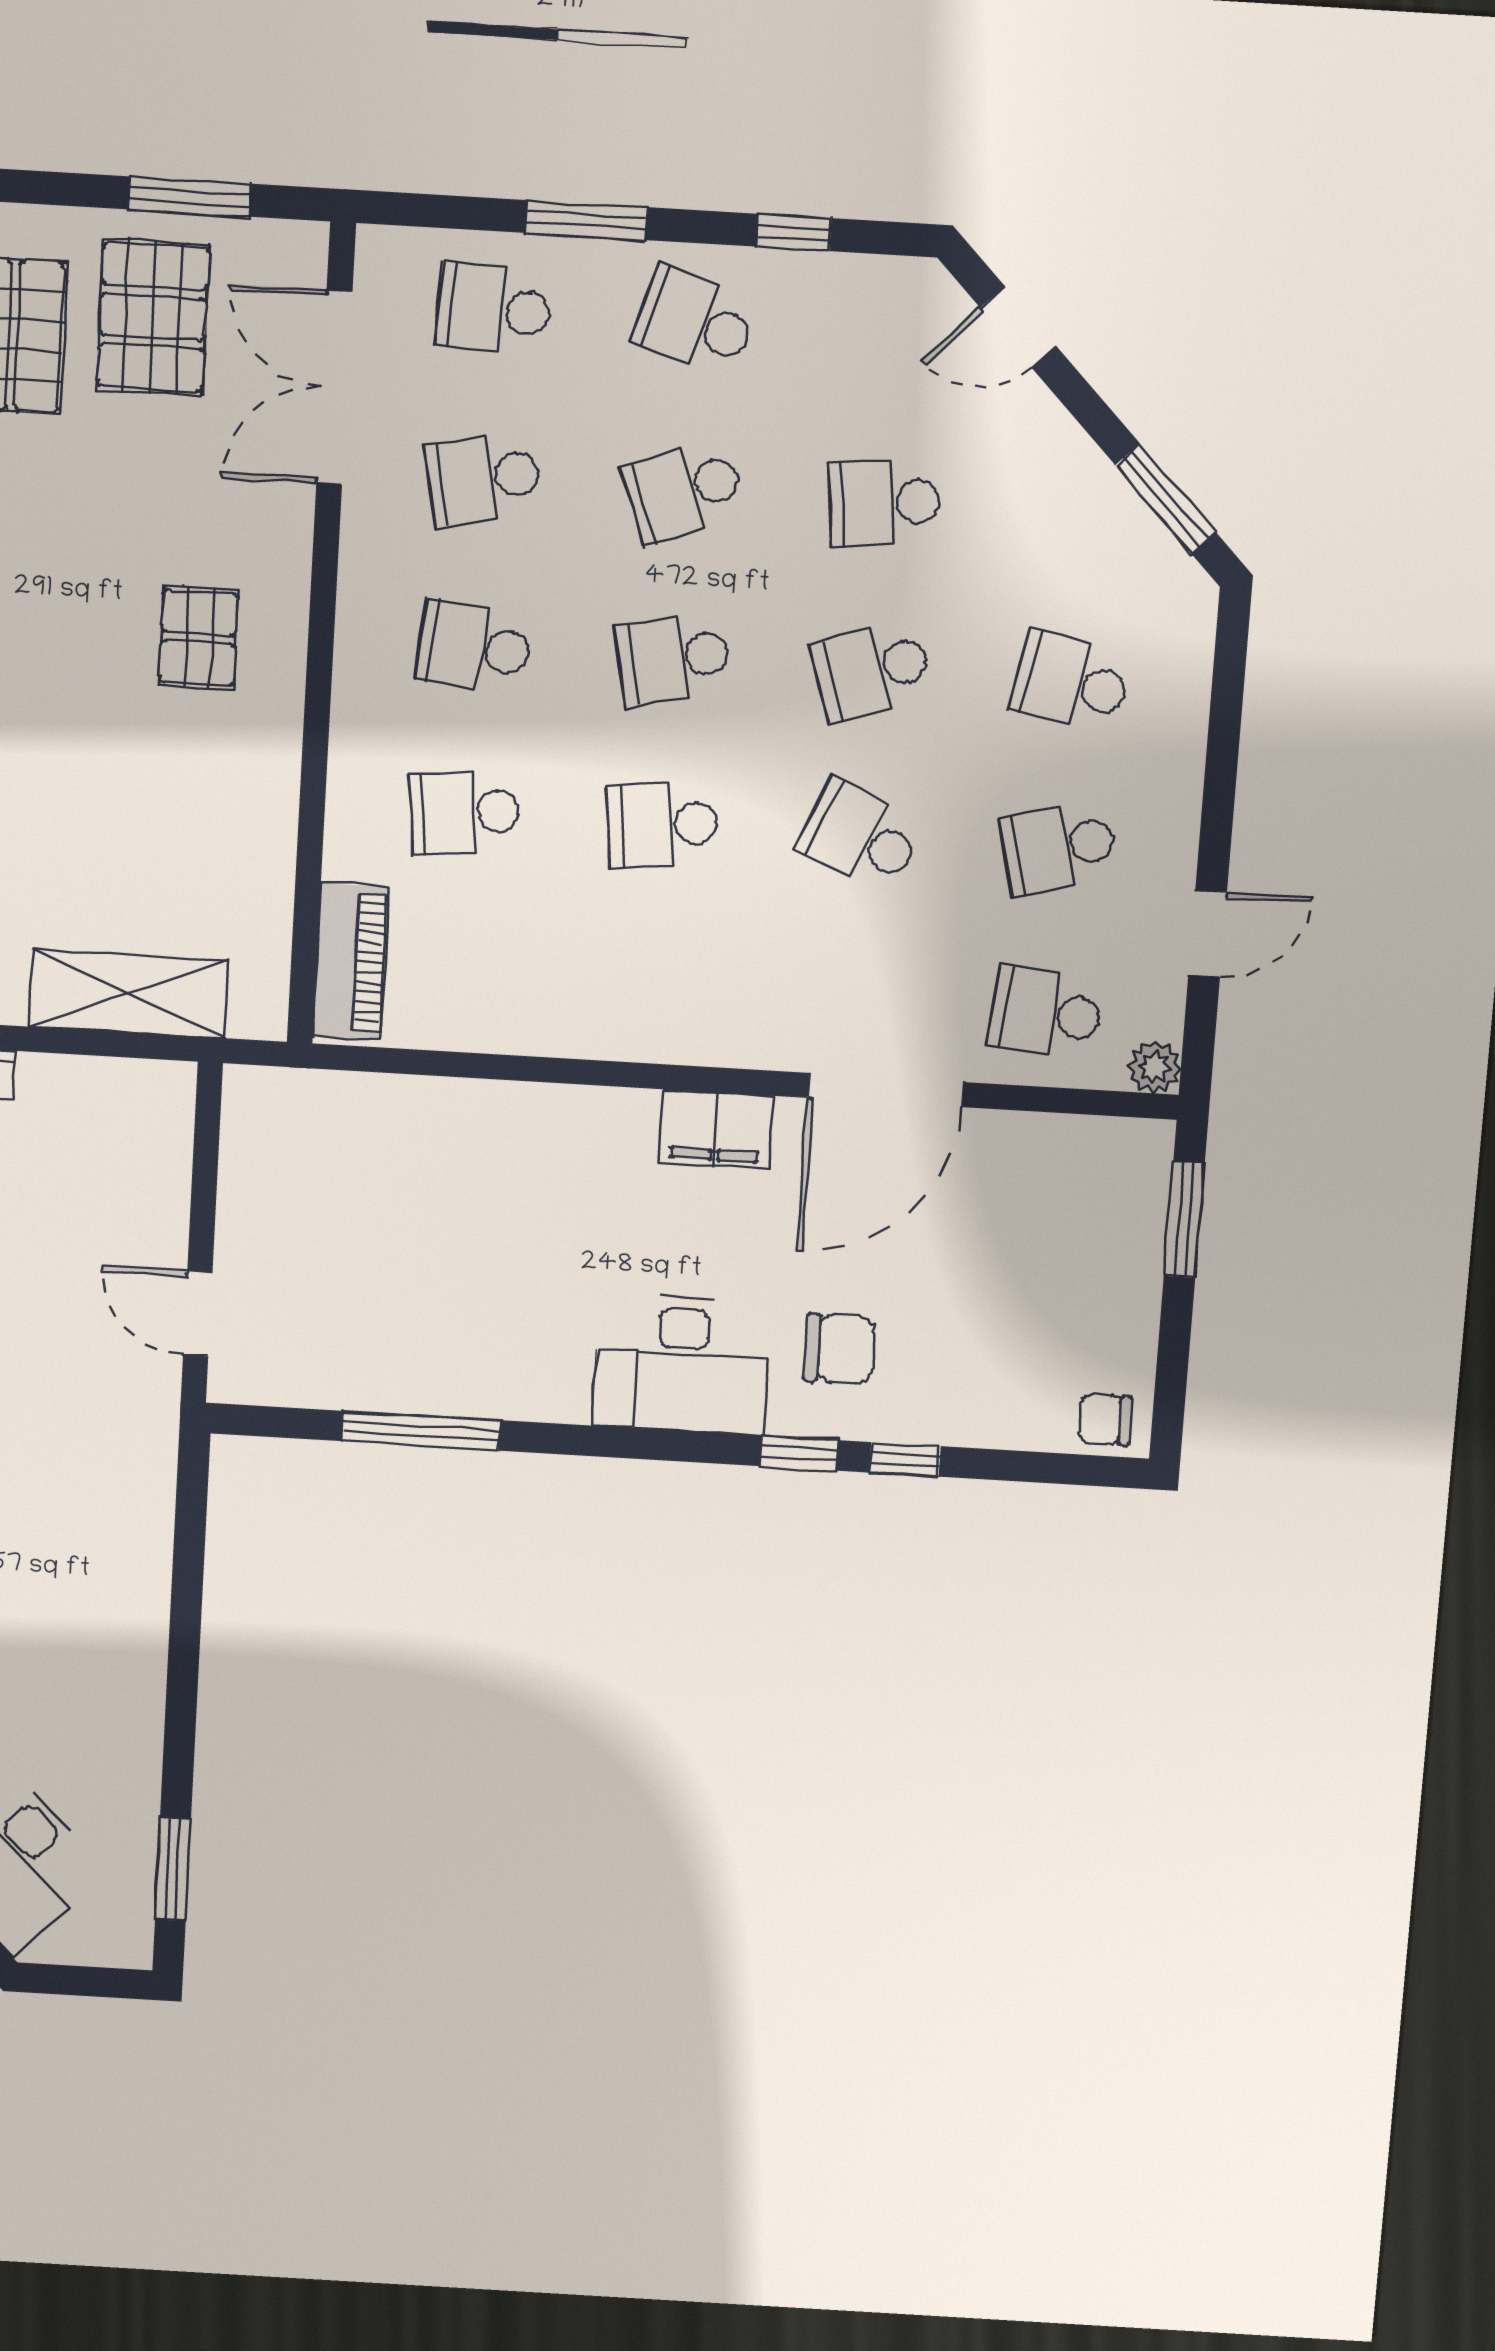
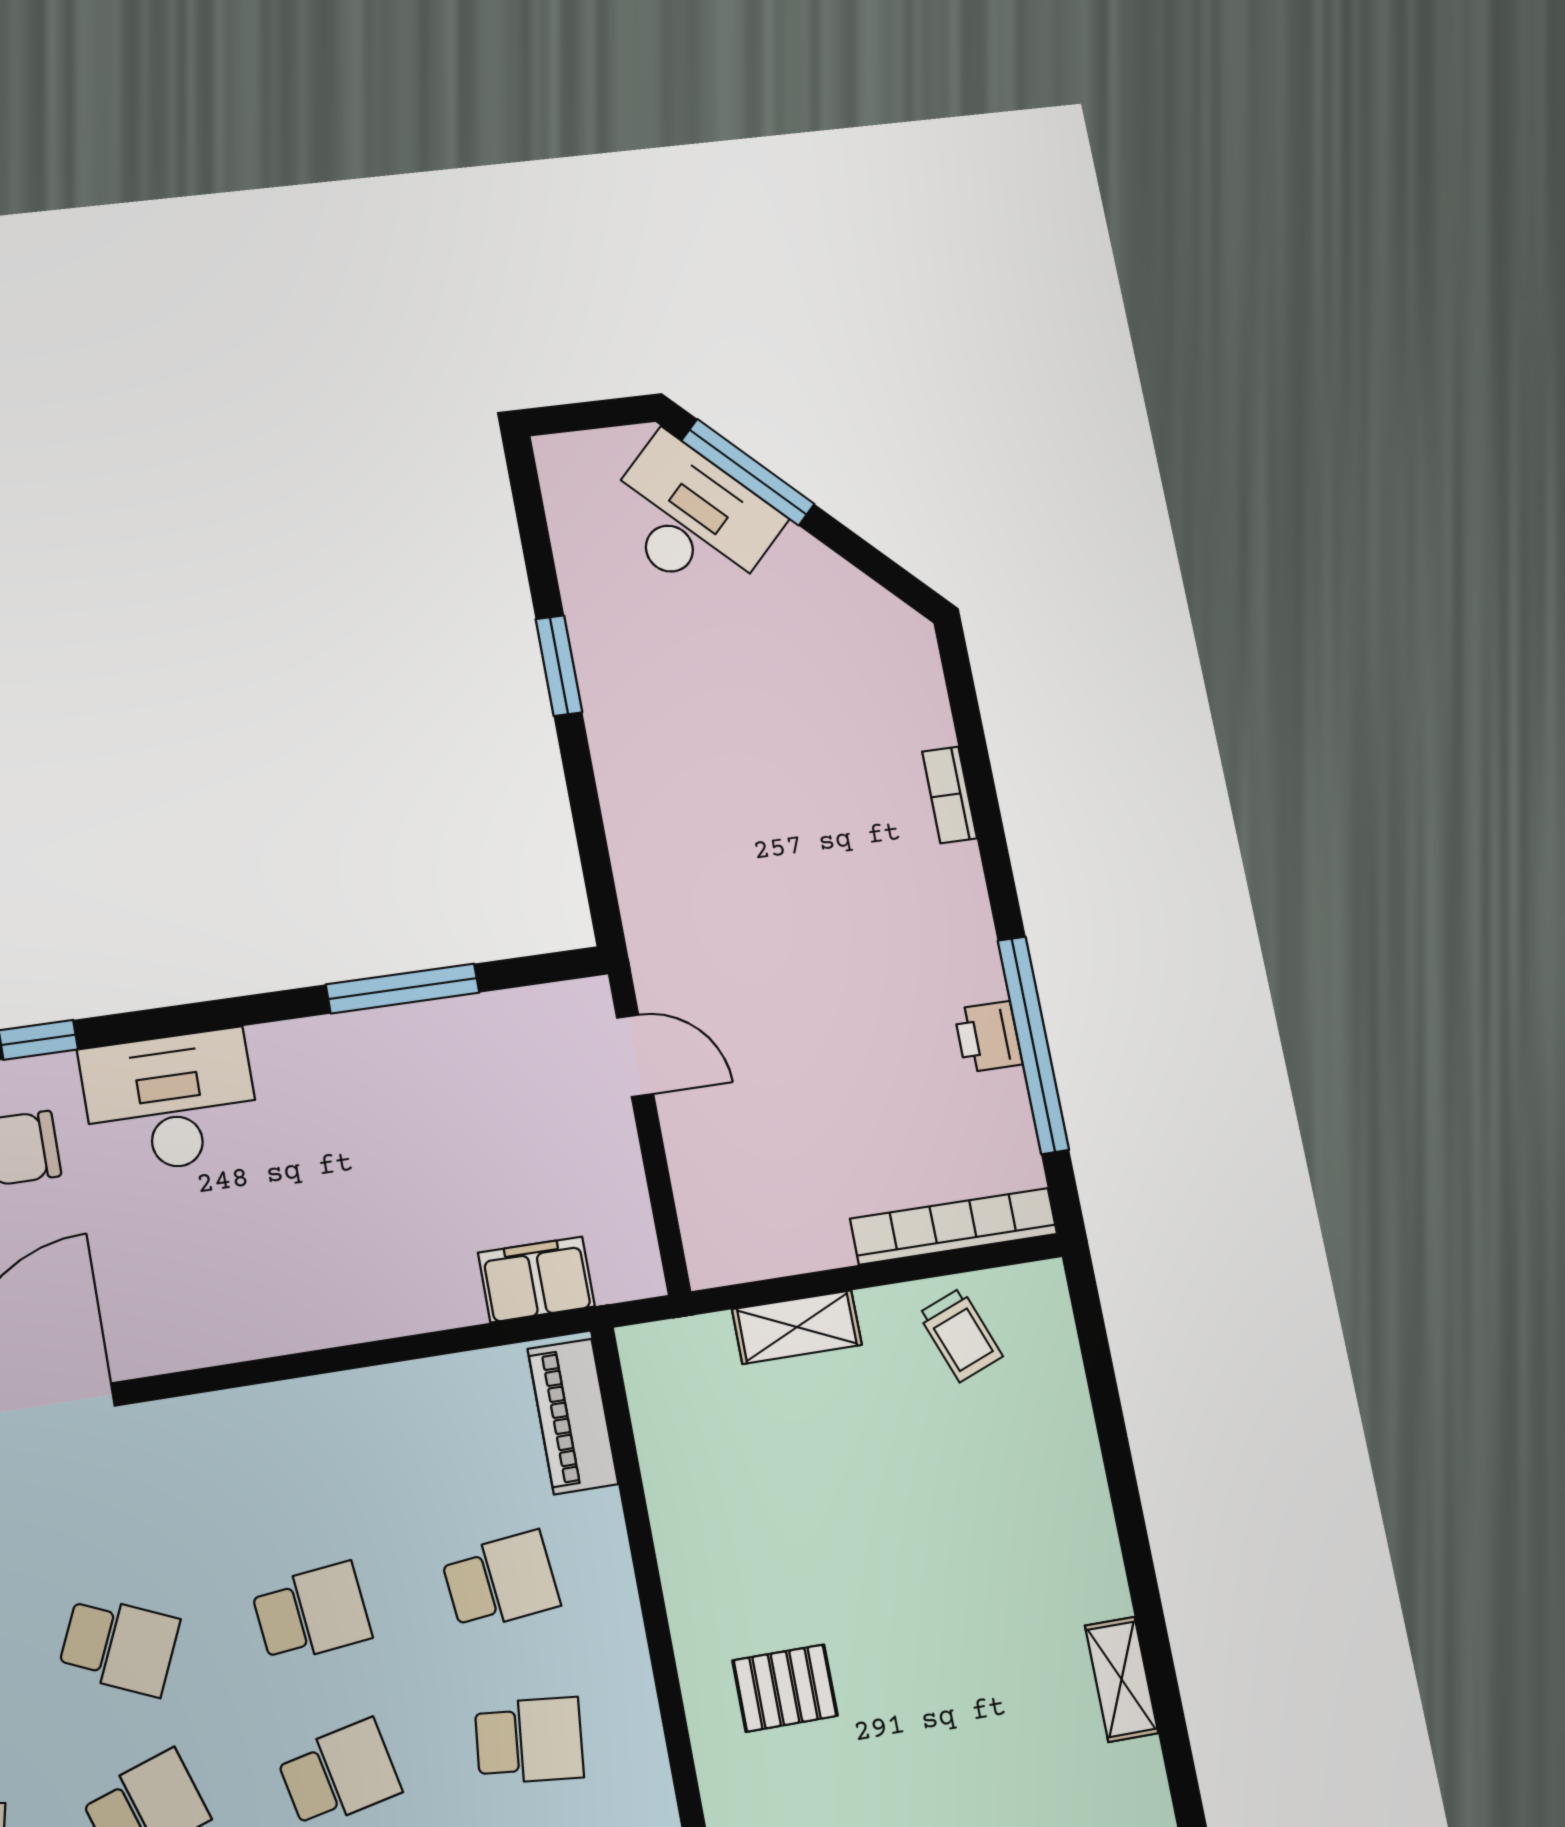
pallet: (199, 638) -> (785, 1688), turned 90
shelving: (129, 994) -> (797, 1327), width x0.67, depth x0.75
filing cabinet: (716, 1129) -> (536, 1280), moved
window: (173, 1869) -> (559, 666), moved

